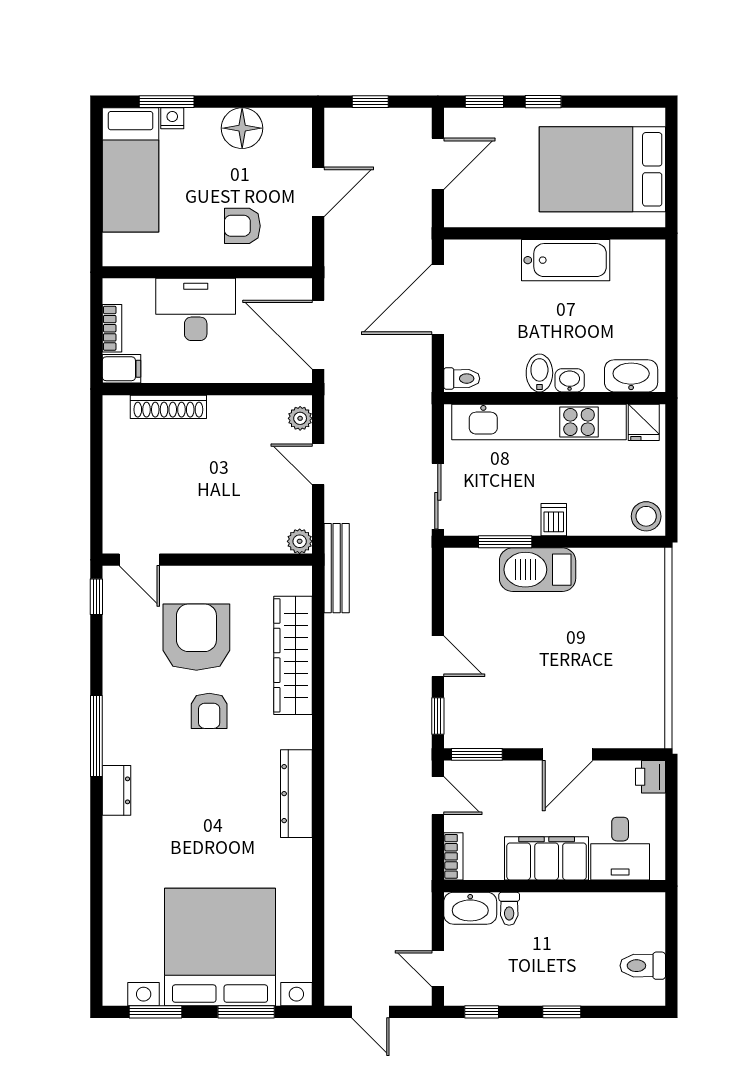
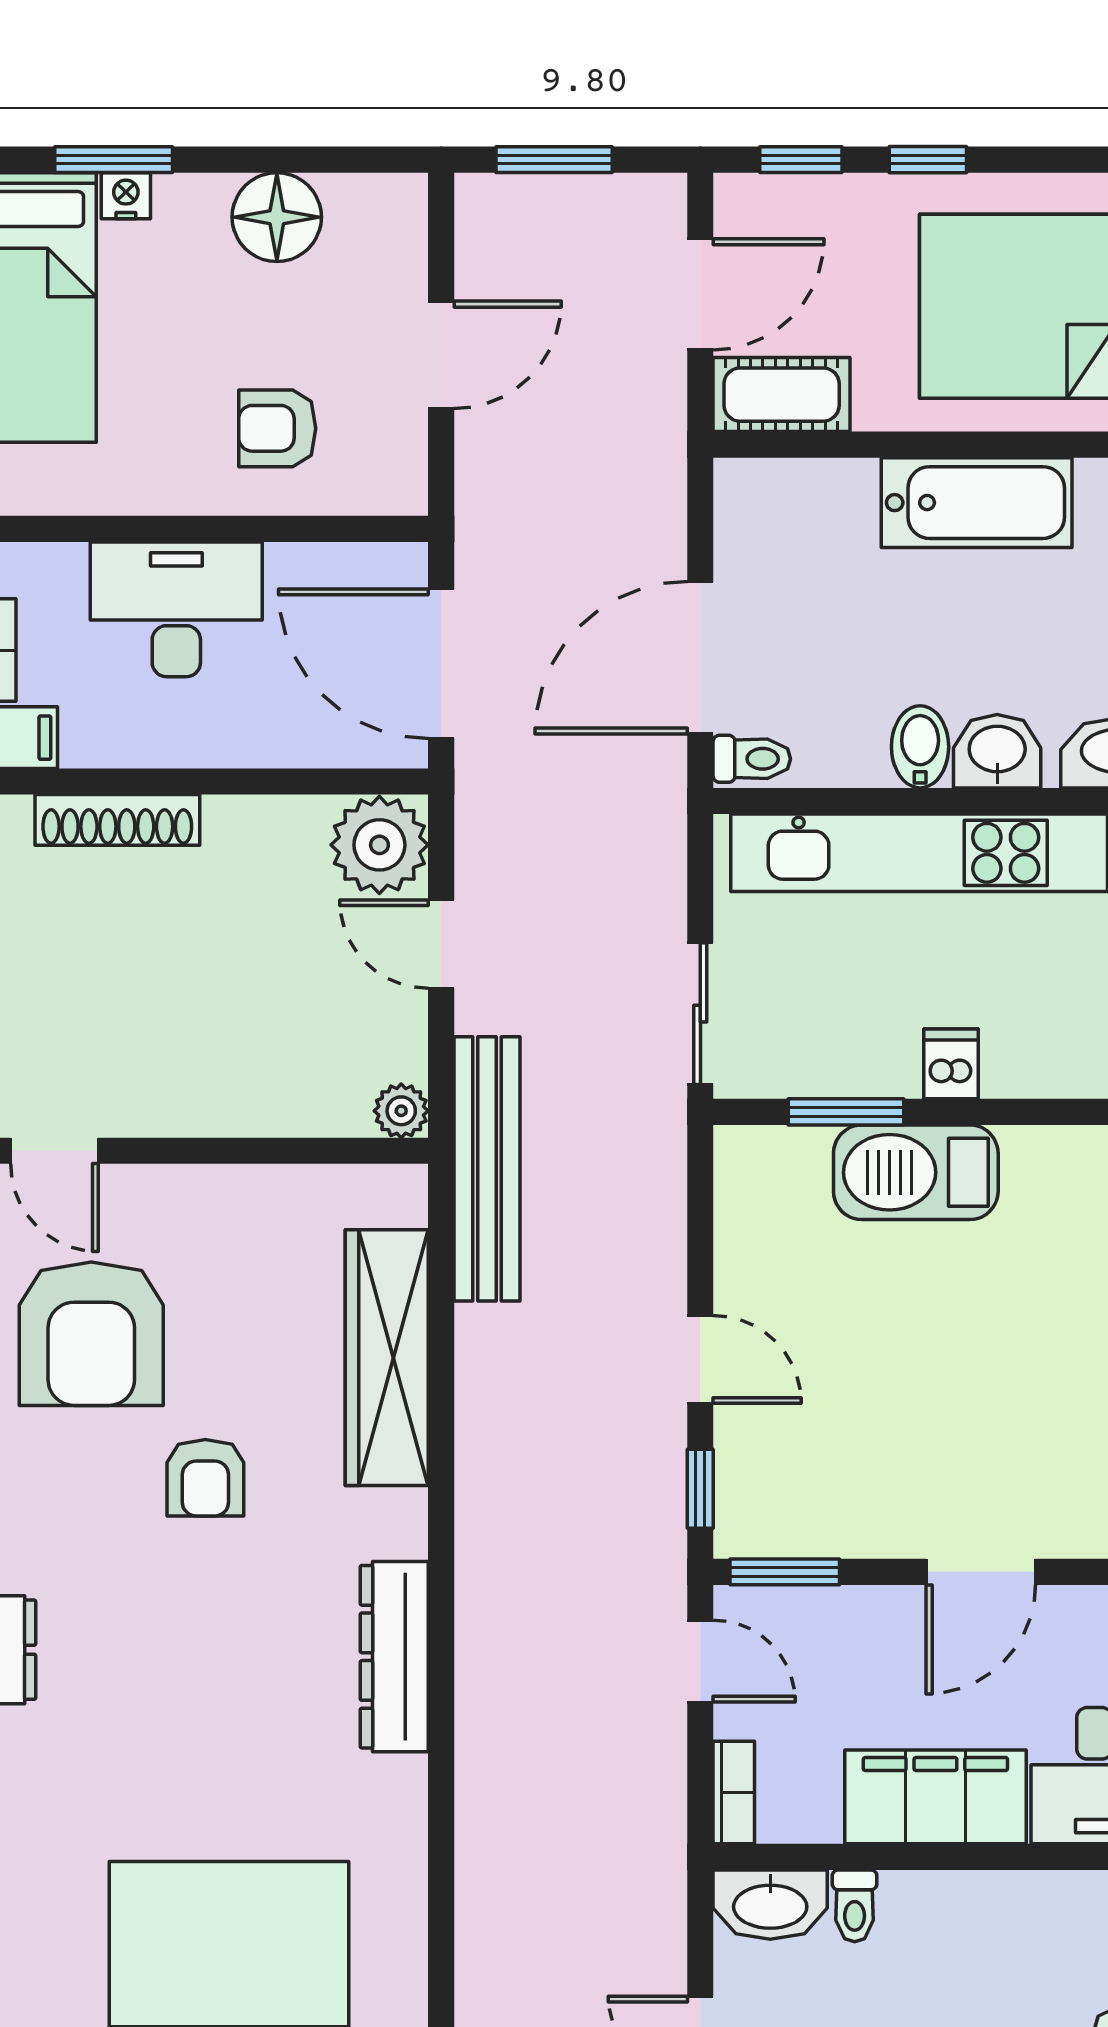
window: (370, 102) -> (554, 160), width x1.50
cot: (475, 210) -> (782, 395), added
door: (438, 299) -> (700, 658), moved
washbasin: (570, 380) -> (997, 751), width x1.38, depth x1.45
plant: (300, 418) -> (379, 845), width x1.88, depth x1.88
bench: (337, 568) -> (487, 1169), width x1.37, depth x1.21
armchair: (196, 637) -> (91, 1334), moved, turned 180

